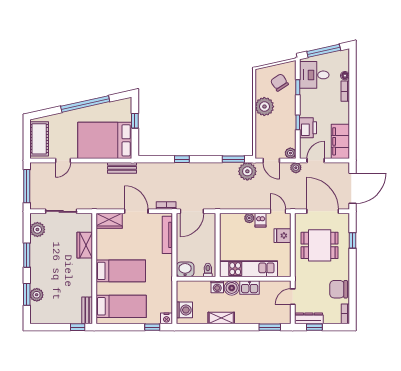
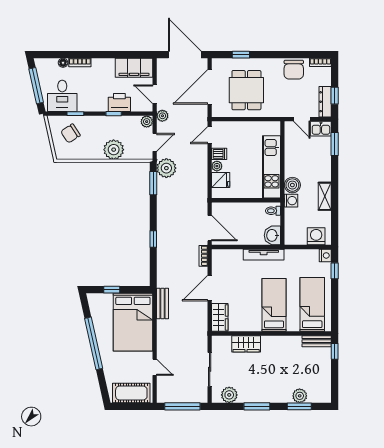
plant: (264, 107) -> (114, 150), moved
tv unit: (167, 235) -> (264, 255), moved
fridge: (282, 236) -> (221, 180), moved, turned -90
kitchen sink: (250, 288) -> (321, 129), moved, turned 90

